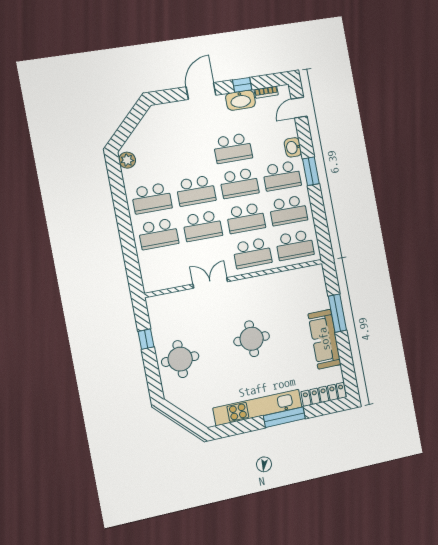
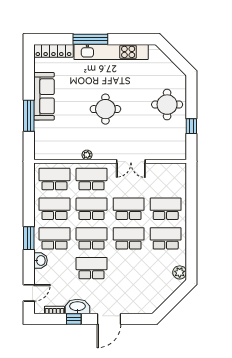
plant: (263, 281) -> (87, 155), added

